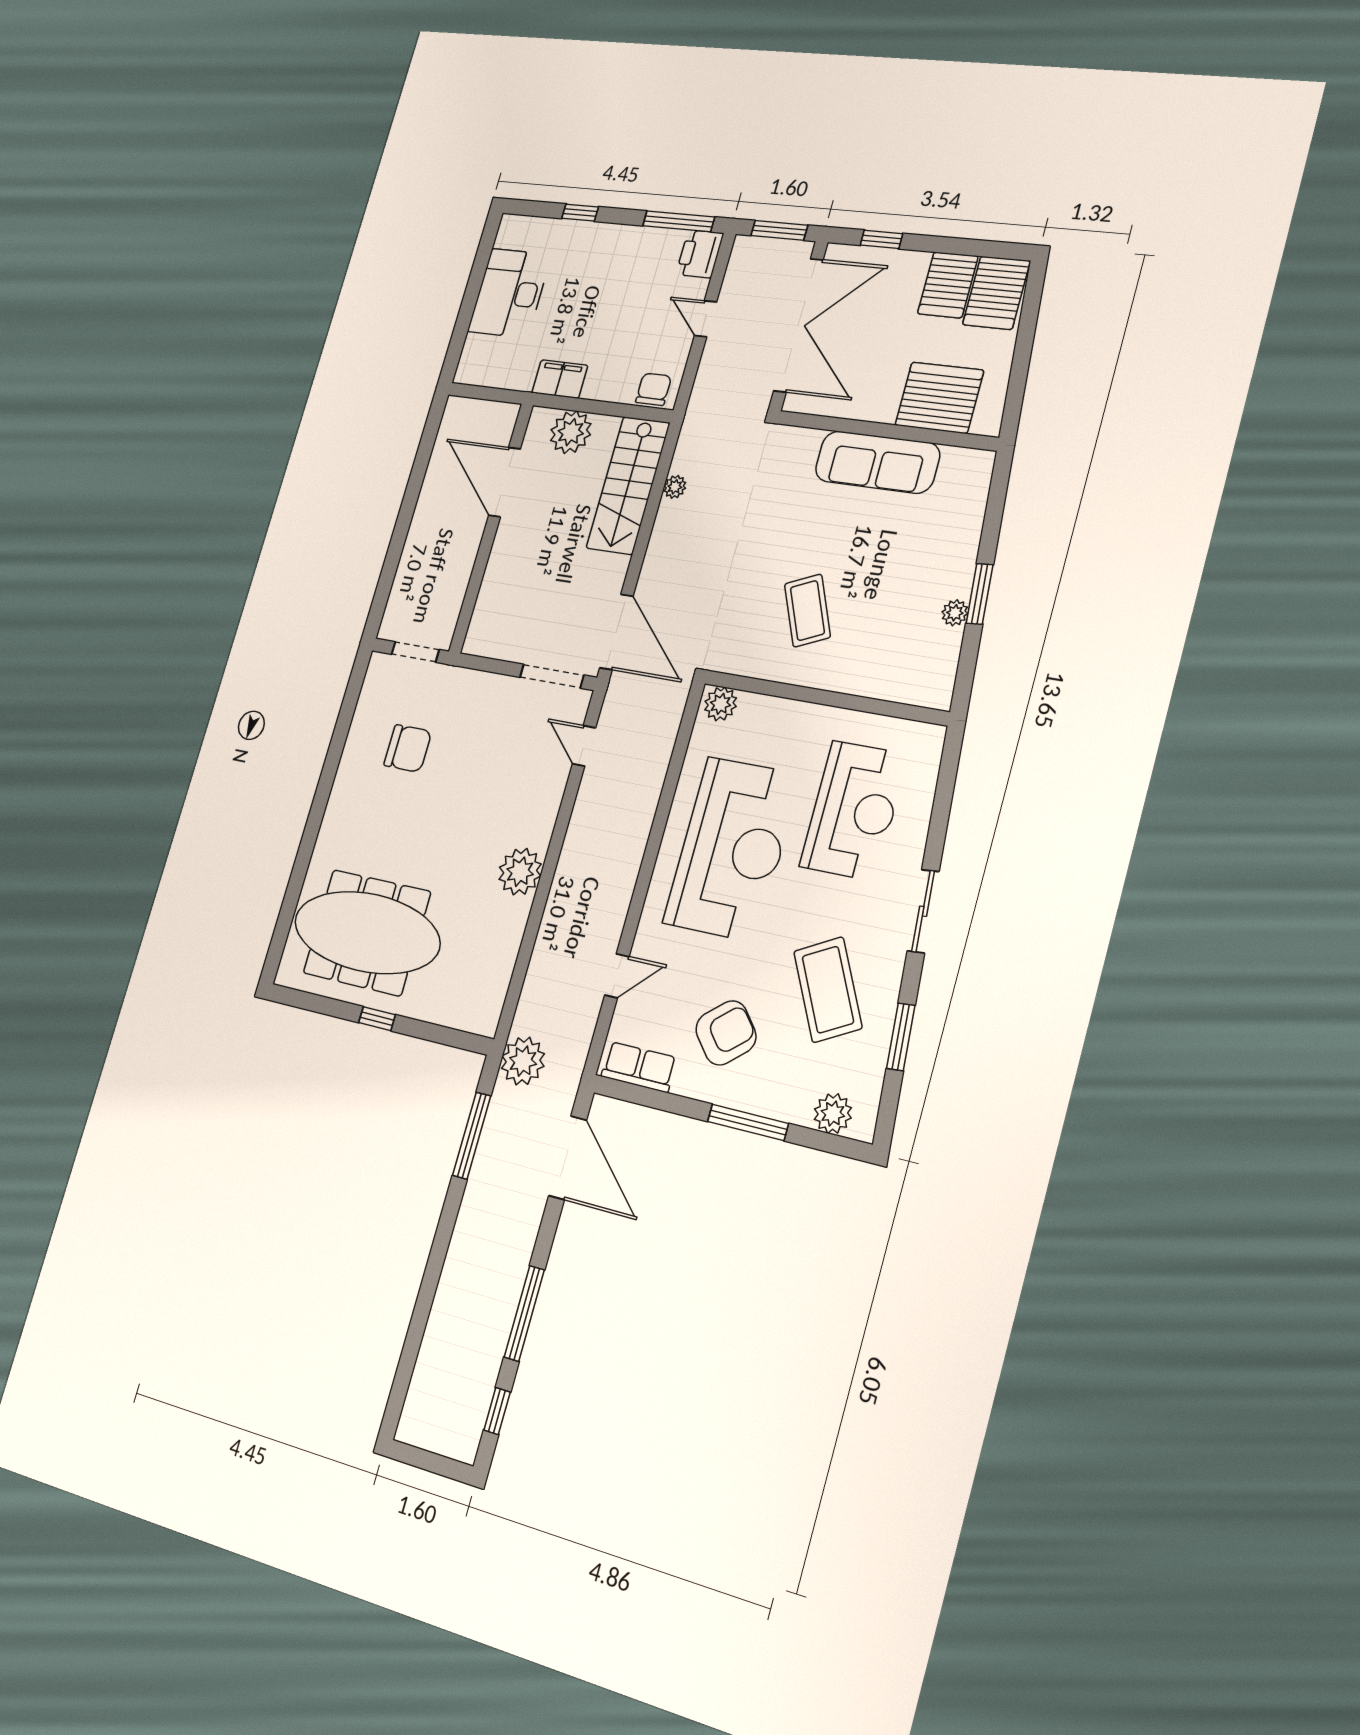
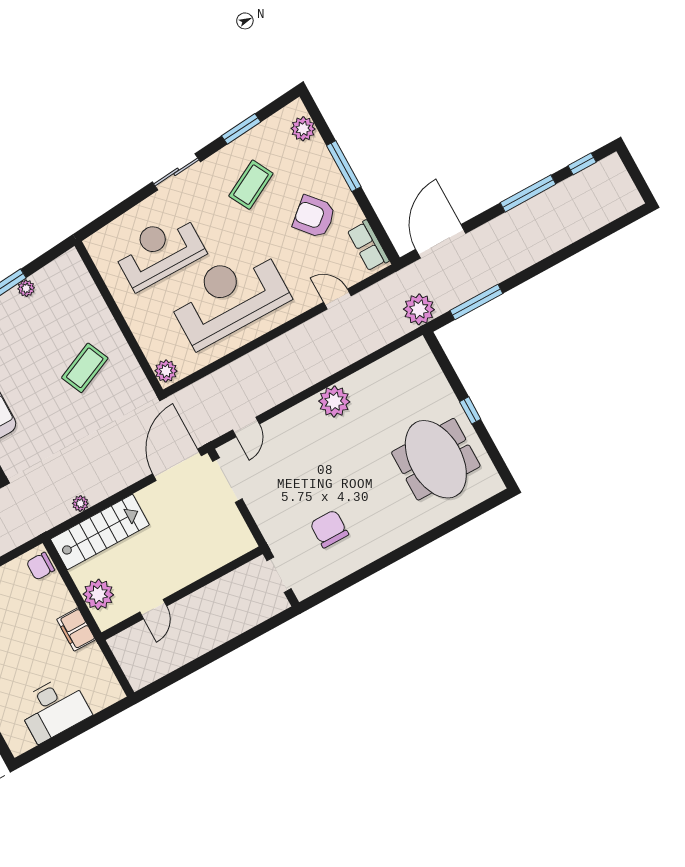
door: (505, 482) -> (153, 609), width x0.53
meeting table: (367, 932) -> (436, 459), width x0.73
coffee table: (828, 990) -> (251, 185), width x0.73, depth x0.76

